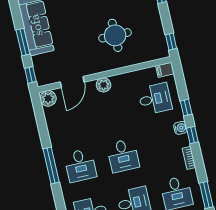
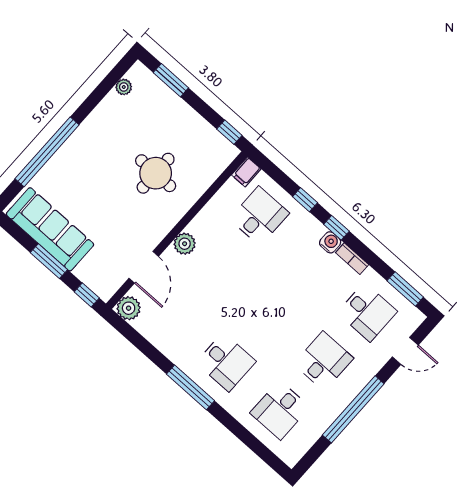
water cooler: (180, 128) -> (330, 242), moved
desk: (123, 156) -> (270, 313), removed

